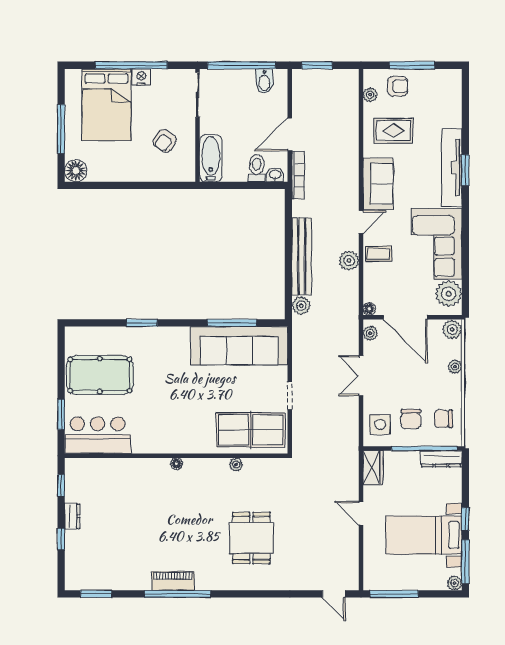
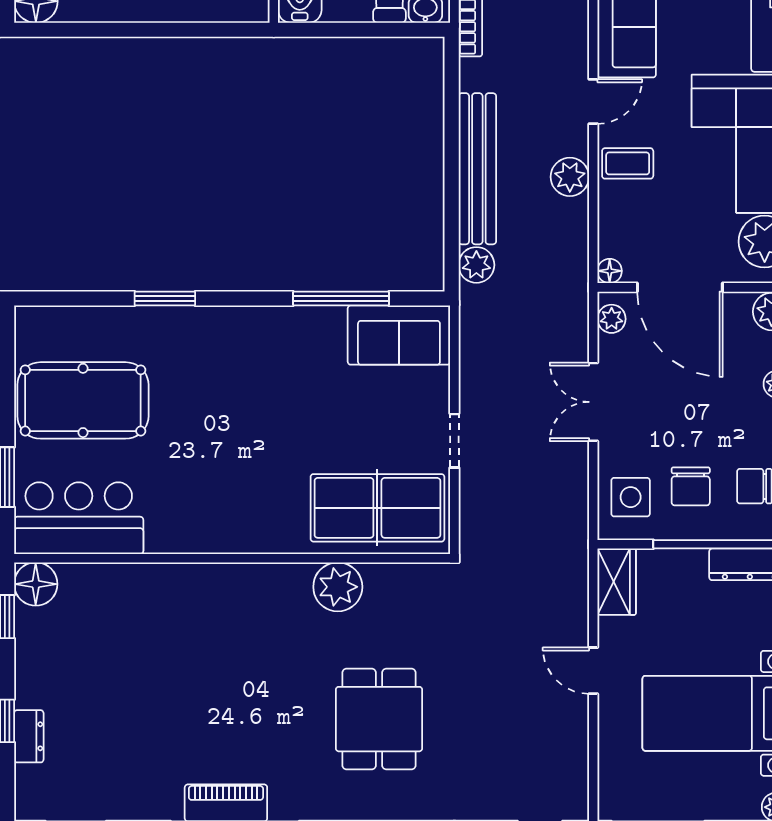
sofa: (239, 346) -> (399, 335), width x0.54, depth x0.79
floor lamp: (177, 464) -> (36, 584), moved, width x1.89, depth x1.89
plant: (236, 465) -> (338, 587), width x1.87, depth x1.87
dresser: (72, 516) -> (29, 736), moved

